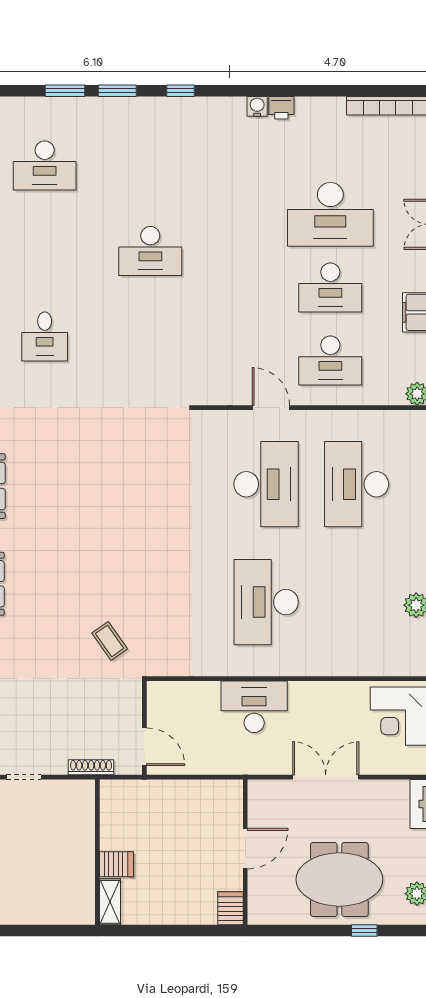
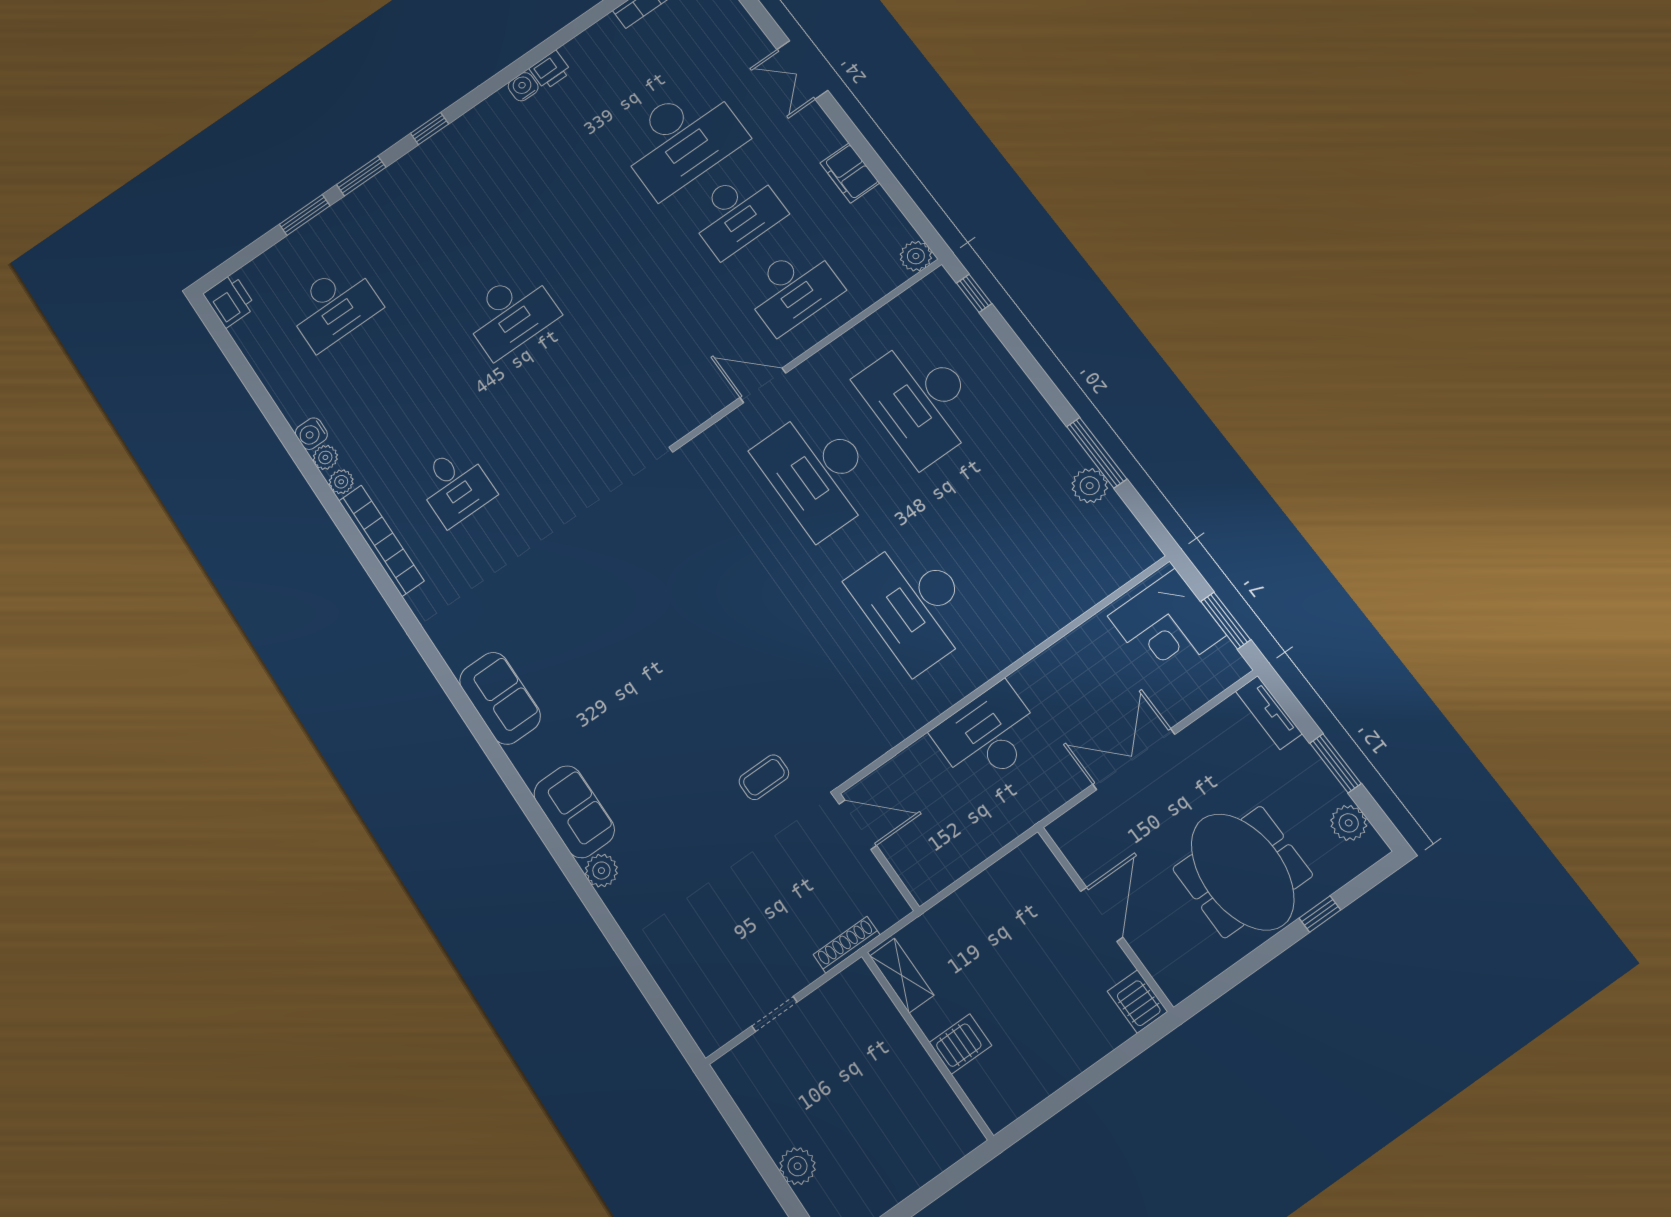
desk: (266, 484) -> (818, 472), turned 180
coffee table: (110, 641) -> (764, 777), turned -55
door: (144, 747) -> (858, 825), moved
meeting table: (339, 879) -> (1243, 872), turned 90
shelving: (110, 902) -> (902, 976), moved

